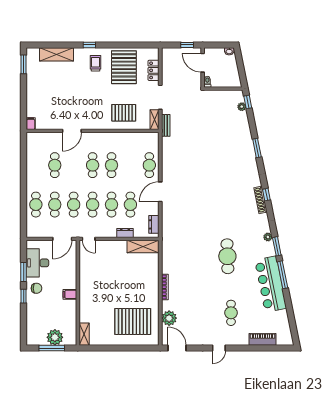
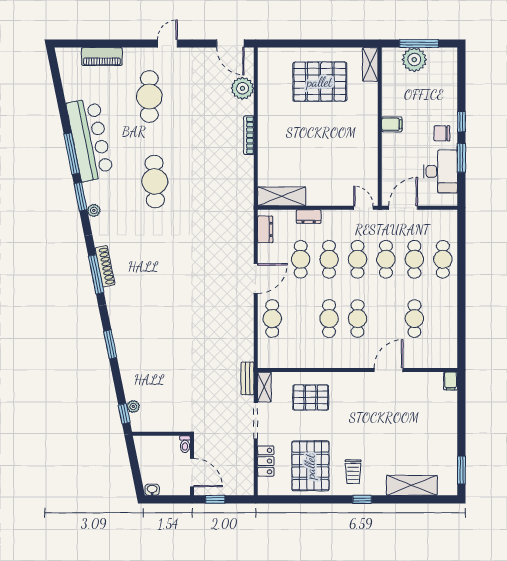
window: (266, 195) -> (96, 274), width x2.17
cafe table: (231, 313) -> (149, 96), width x1.37, depth x1.35
pallet: (133, 321) -> (320, 82), moved

